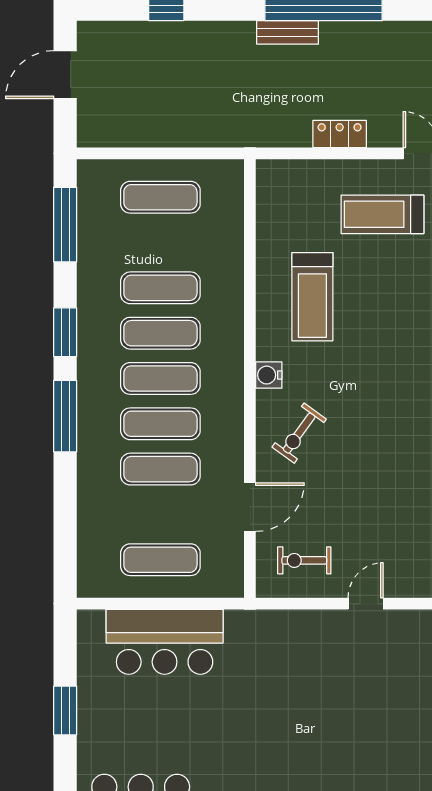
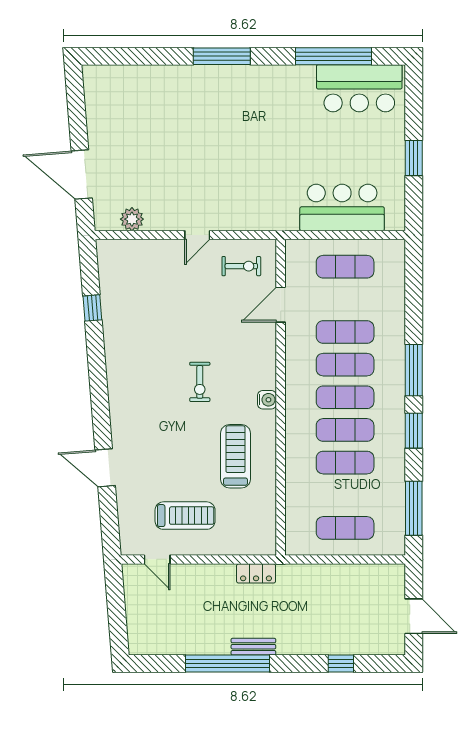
door: (65, 75) -> (414, 616), hinge flipped
locker: (340, 134) -> (256, 573), moved
exercise bike: (299, 433) -> (200, 382), moved, turned 144

